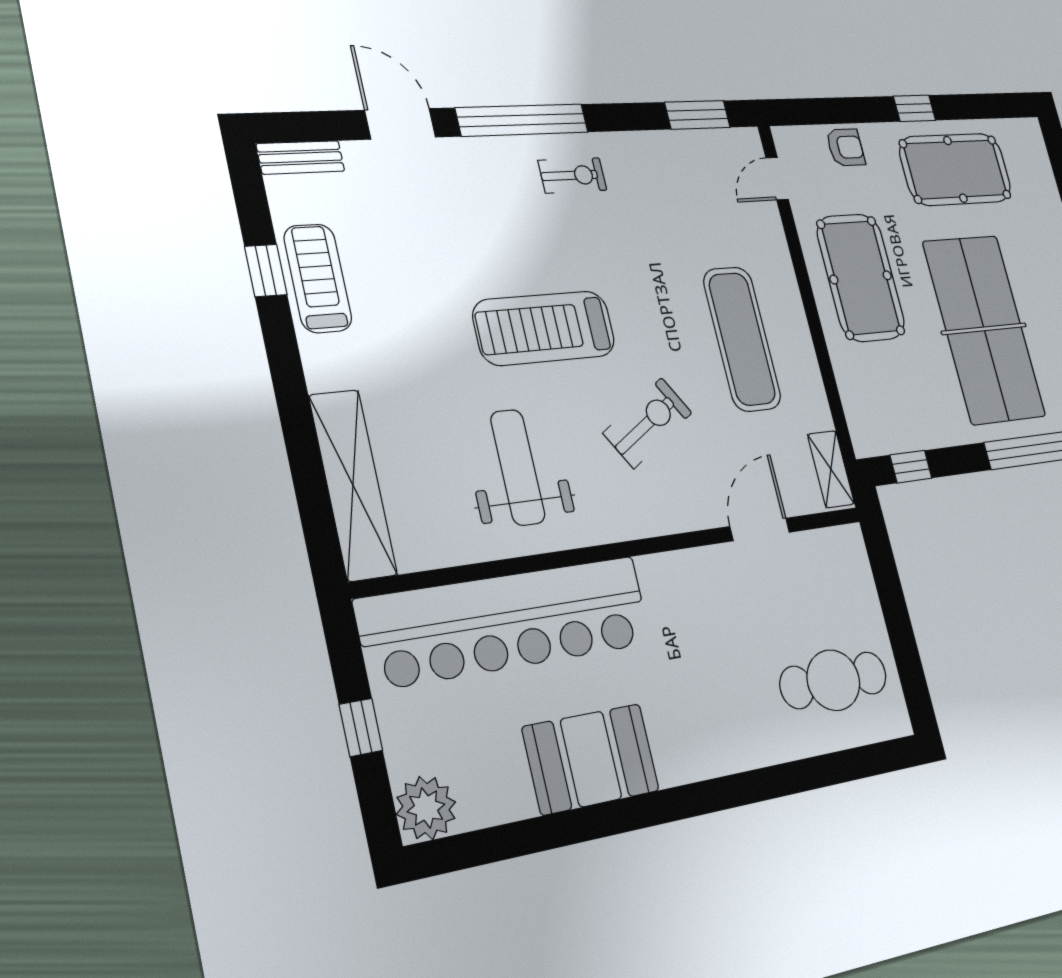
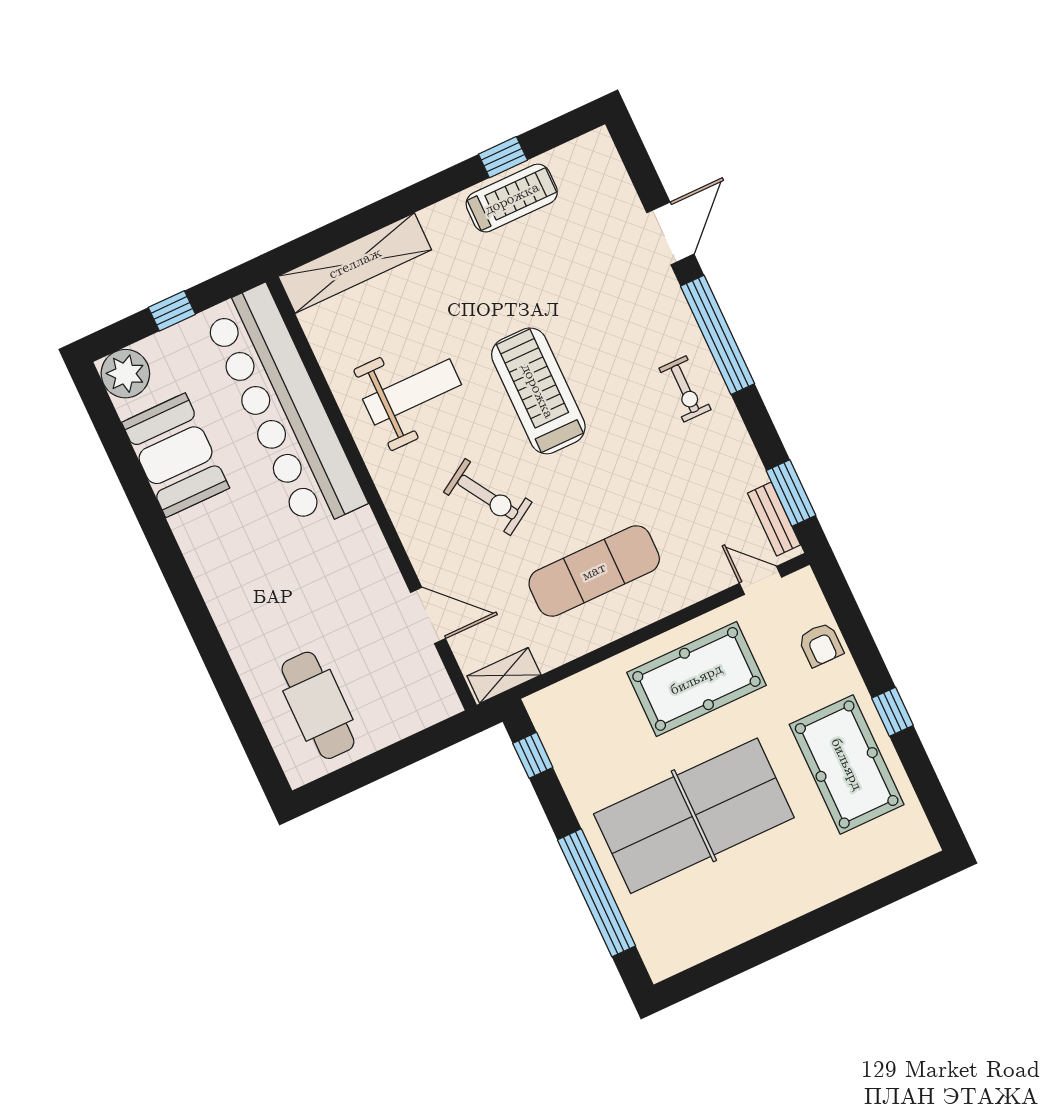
bench: (301, 157) -> (774, 519), moved
booth: (591, 759) -> (176, 455), moved

